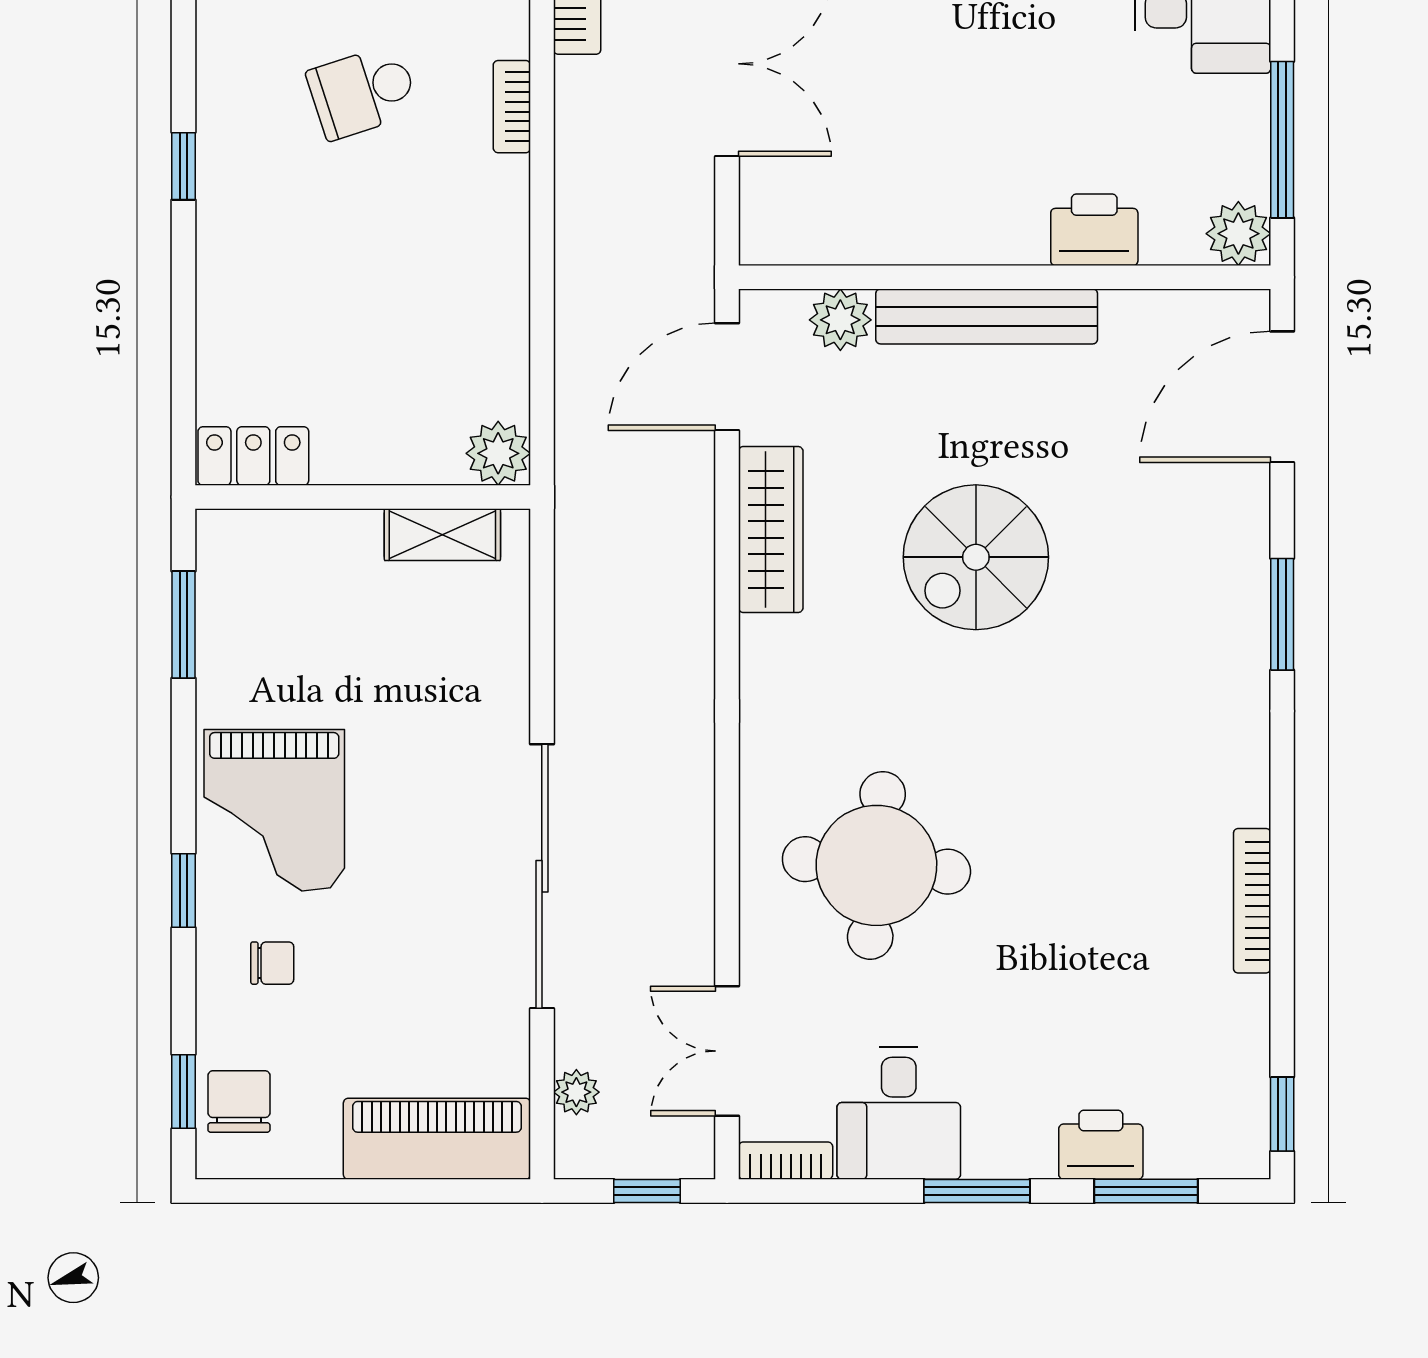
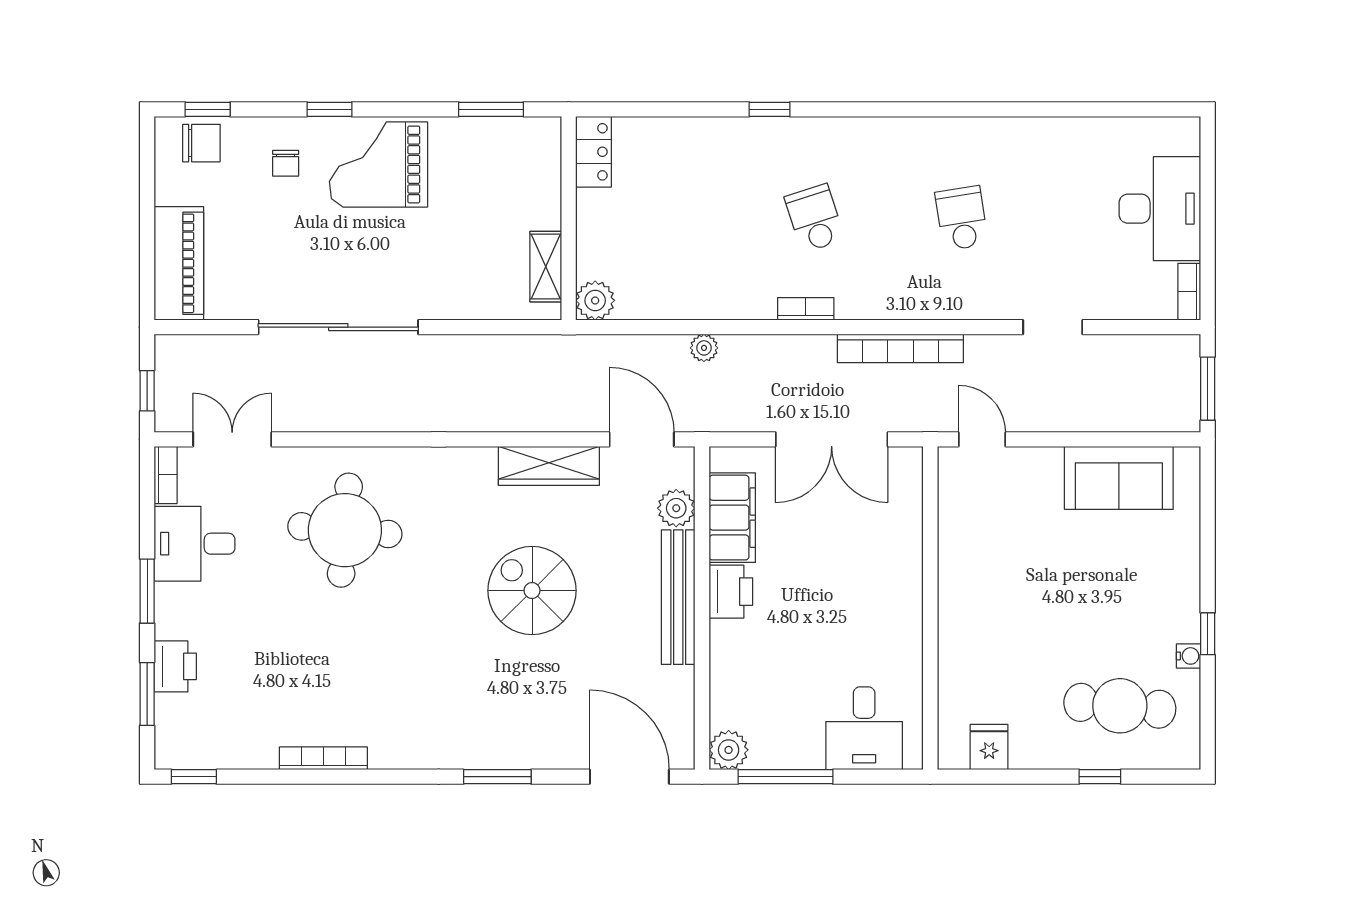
filing cabinet: (856, 227) -> (732, 518), added
printer: (1094, 230) -> (731, 592), moved
plant: (576, 1092) -> (704, 348), moved

